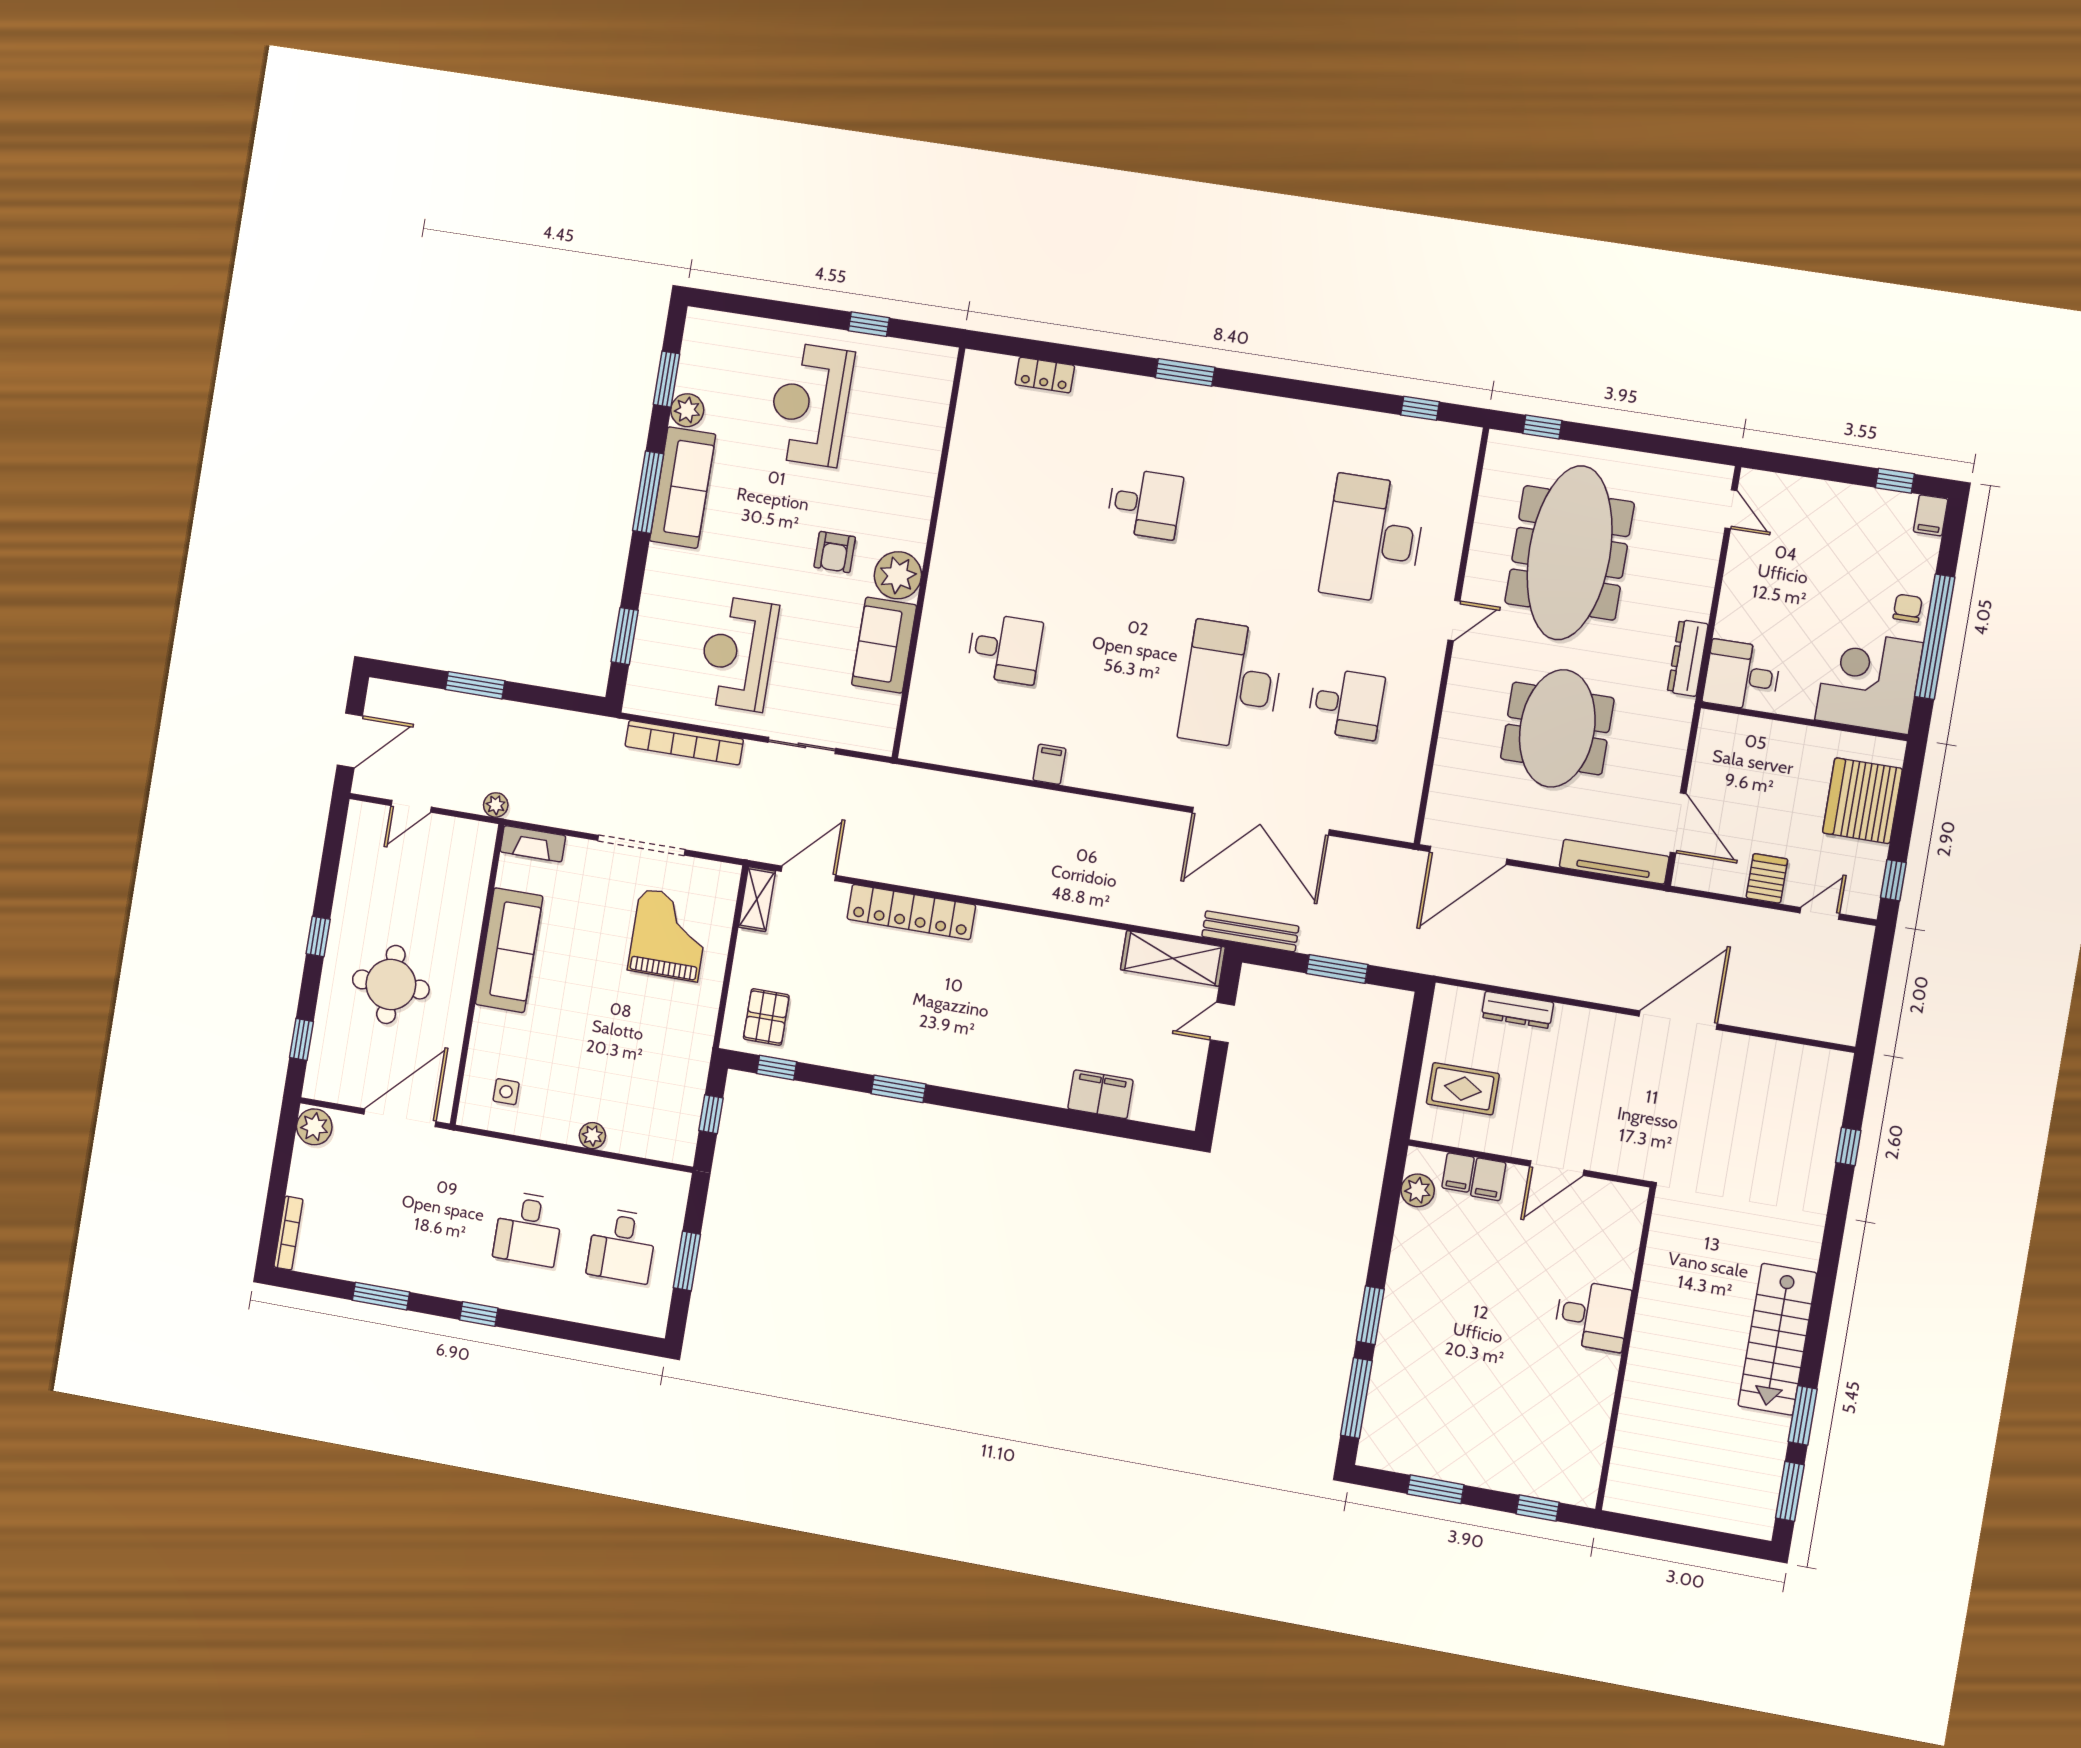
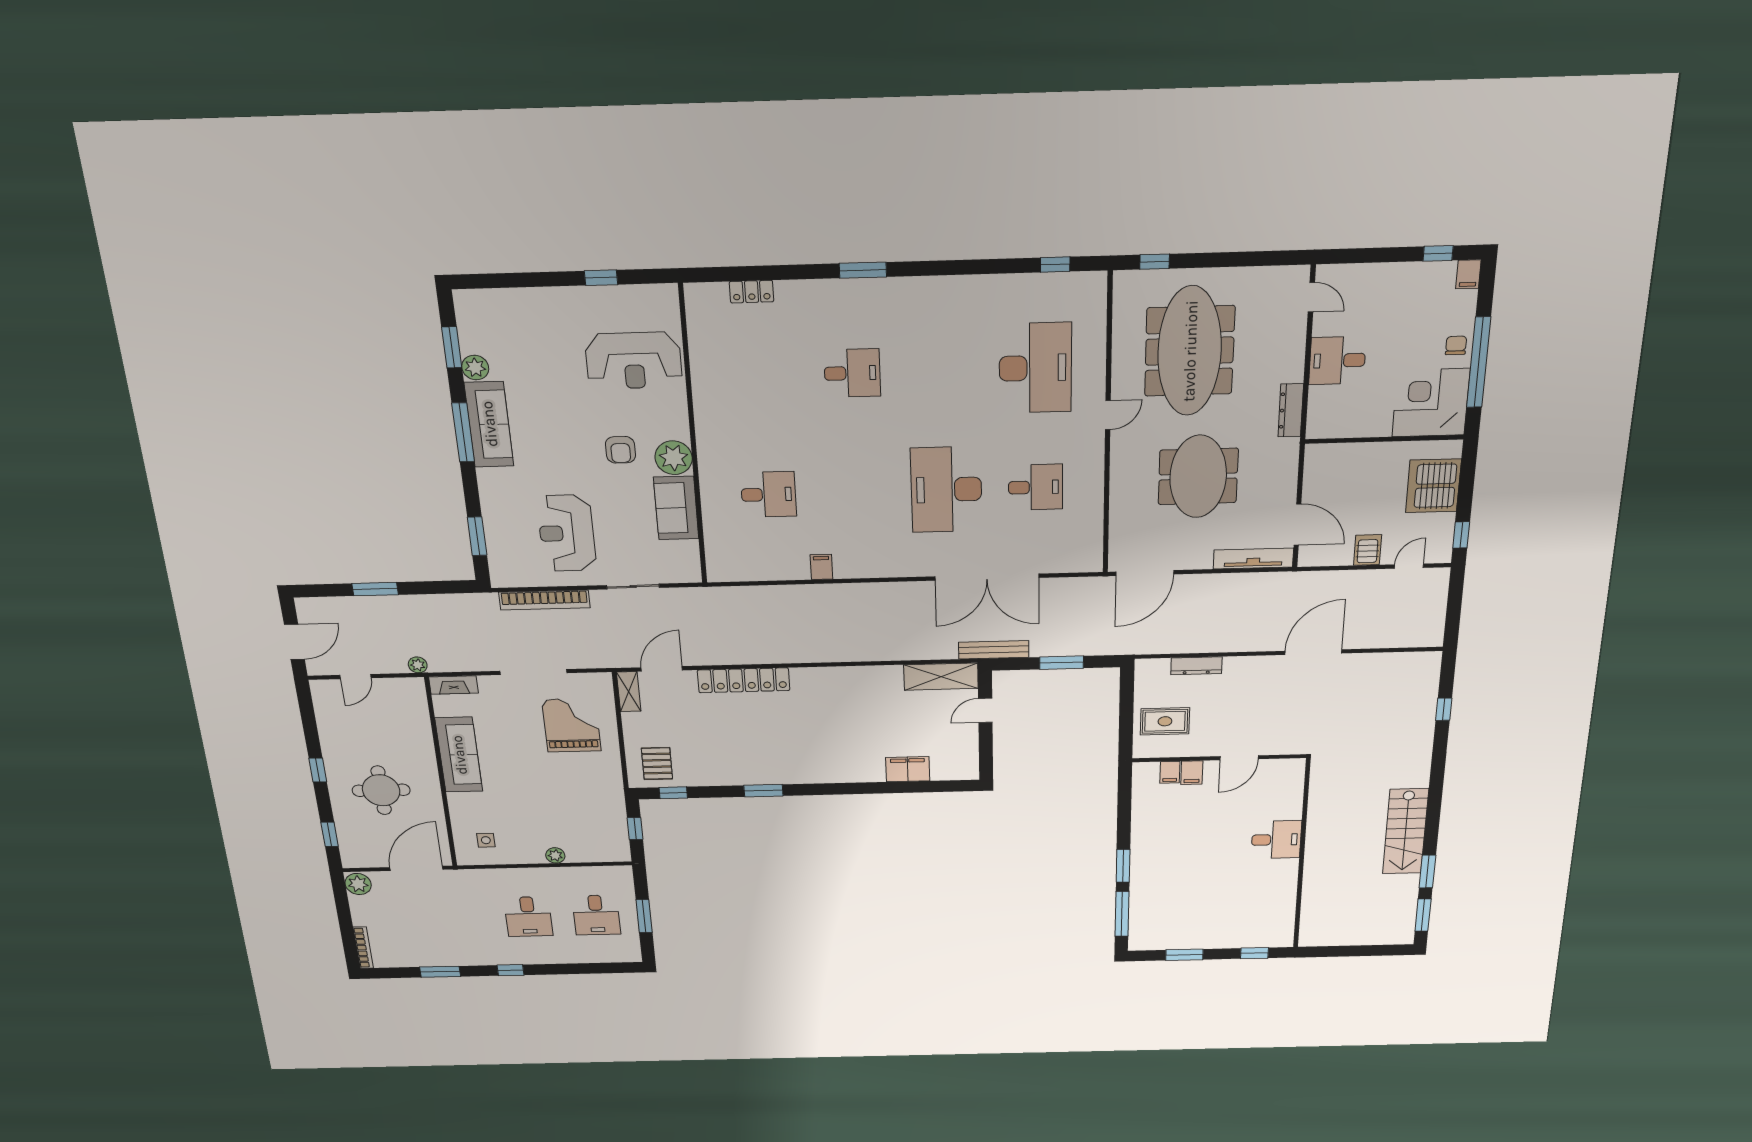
reception desk: (810, 405) -> (634, 361), moved, turned -90
desk: (1373, 539) -> (1035, 368), turned 180
desk: (1742, 676) -> (1337, 361), moved
plant: (1418, 1190) -> (1143, 788), removed

